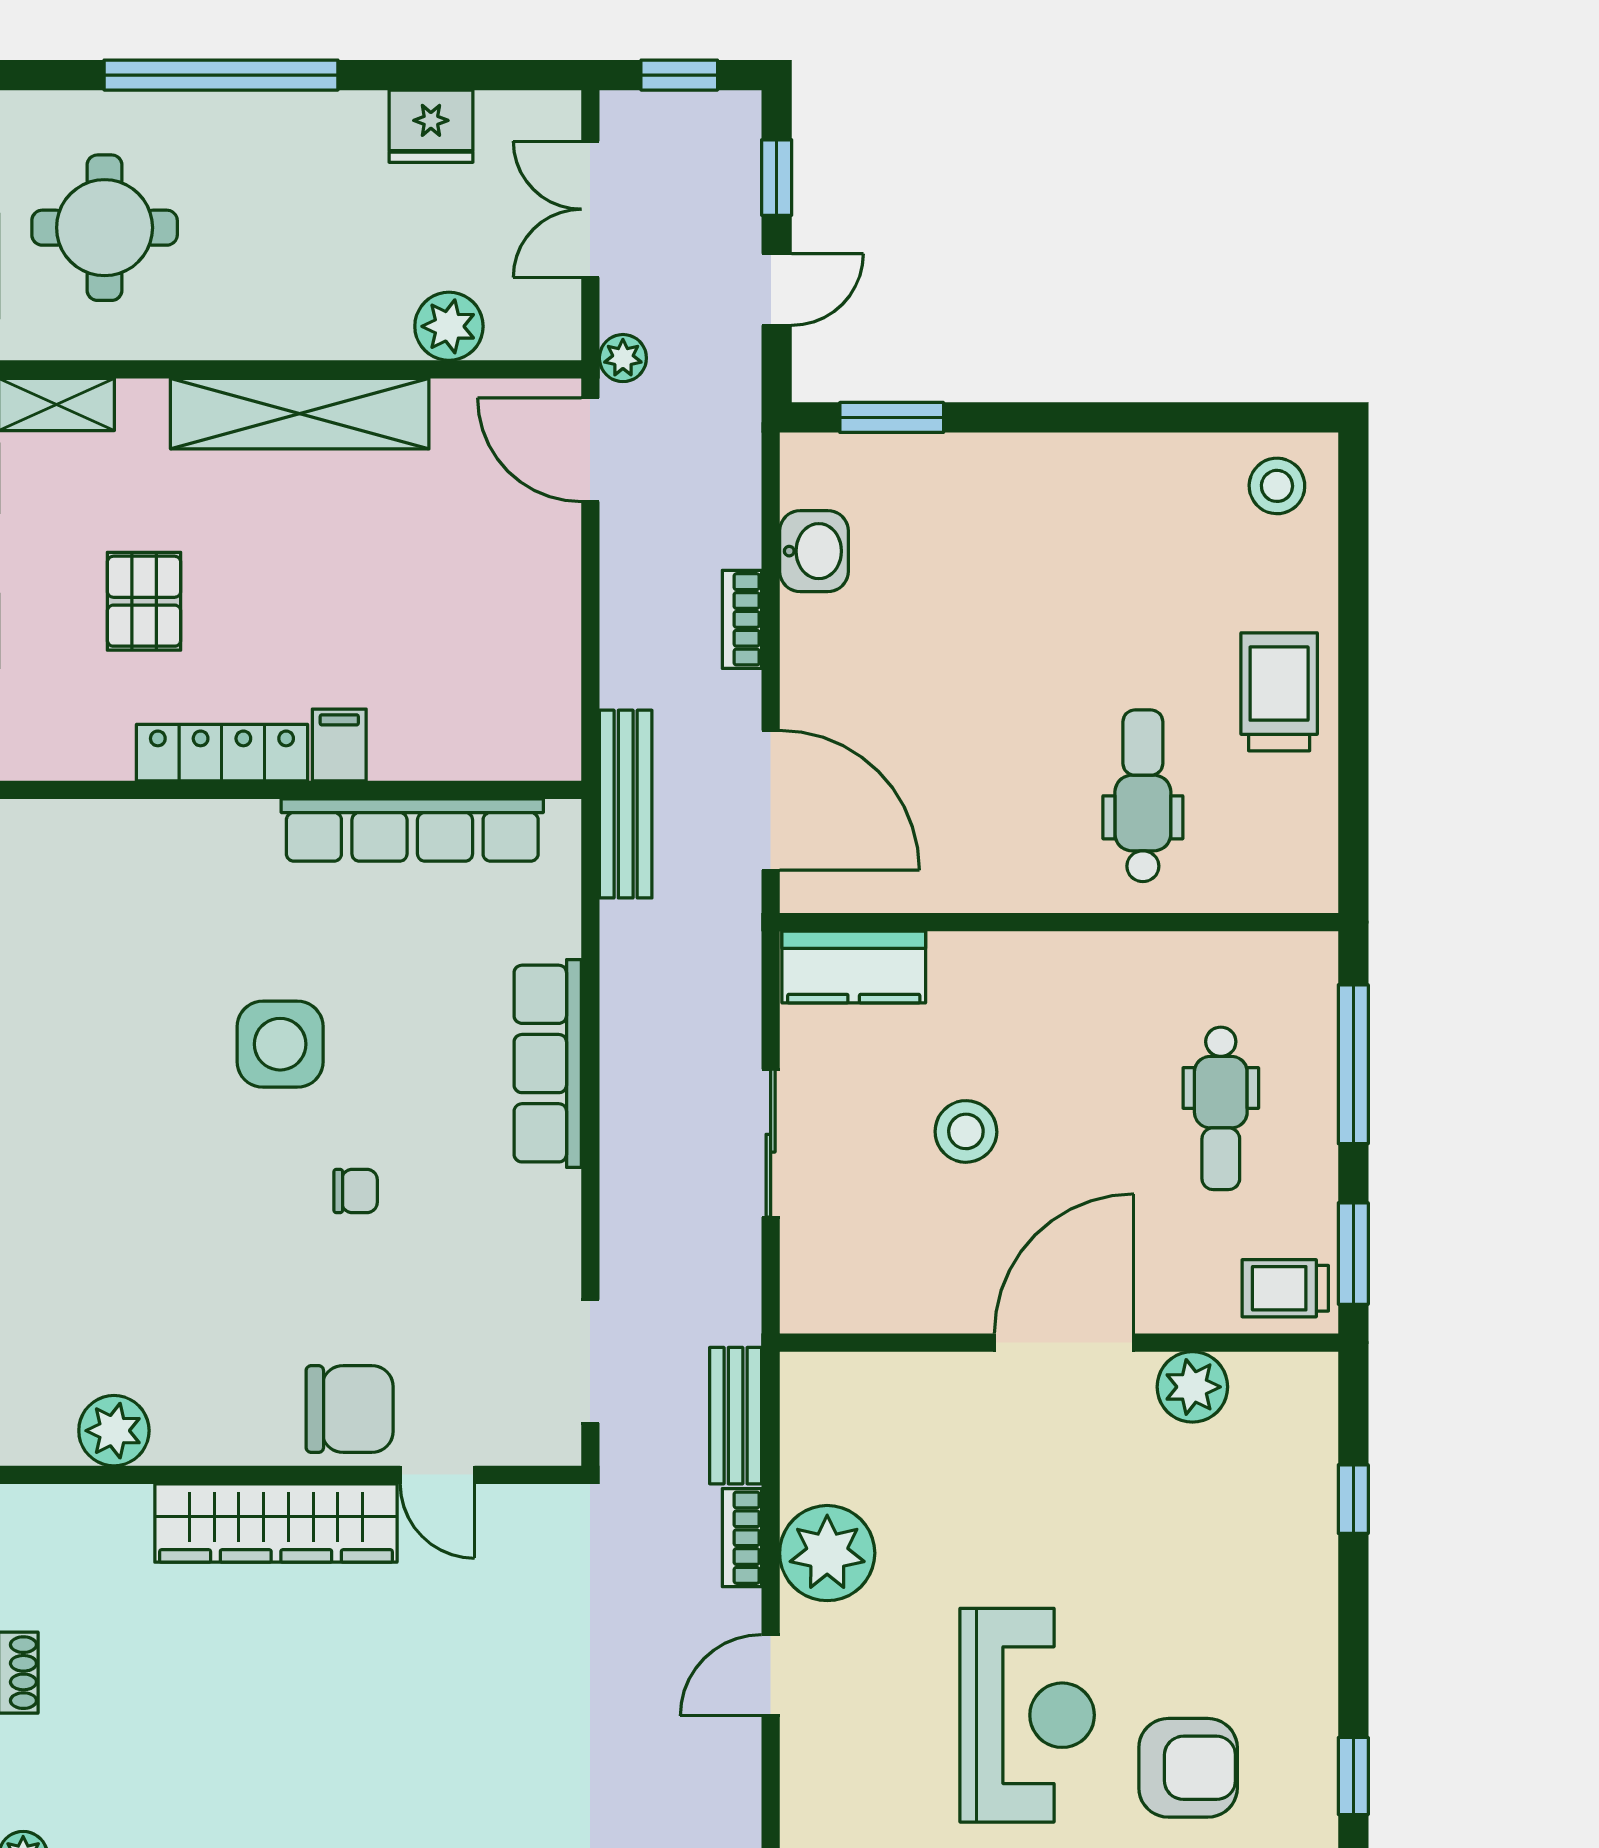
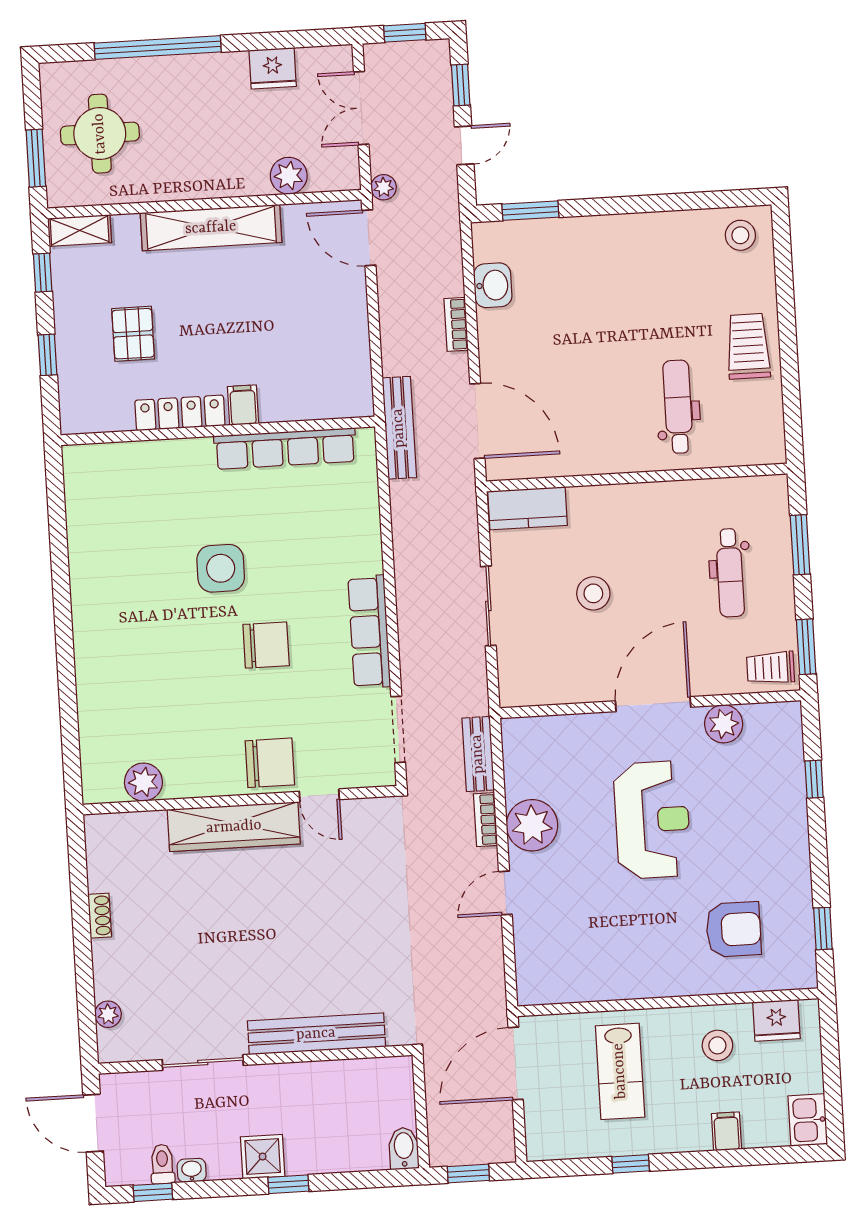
row of seats: (548, 1064) -> (369, 632), moved
window: (1353, 1064) -> (800, 545), width x0.69
chair: (356, 1191) -> (266, 645), width x1.87, depth x1.87
reception desk: (1027, 1715) -> (652, 820), moved

